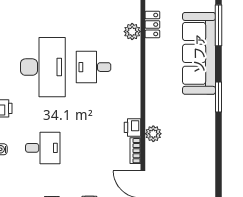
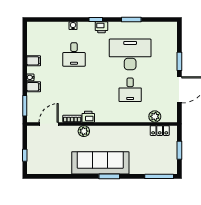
sofa: (199, 53) -> (100, 163), moved
desk: (43, 67) -> (130, 54), turned 180
desk: (94, 67) -> (130, 90), turned 180

